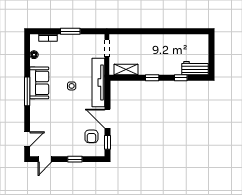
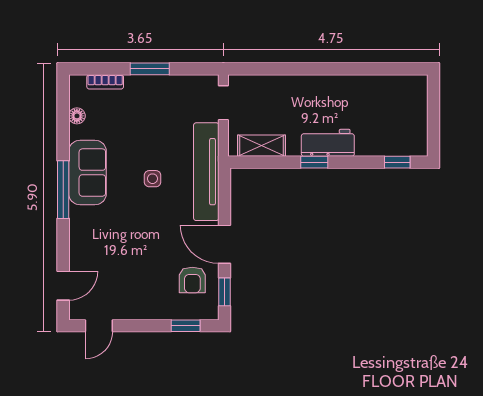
workbench: (195, 68) -> (328, 143), moved
window: (181, 78) -> (397, 162), moved
window: (75, 159) -> (186, 326), moved

